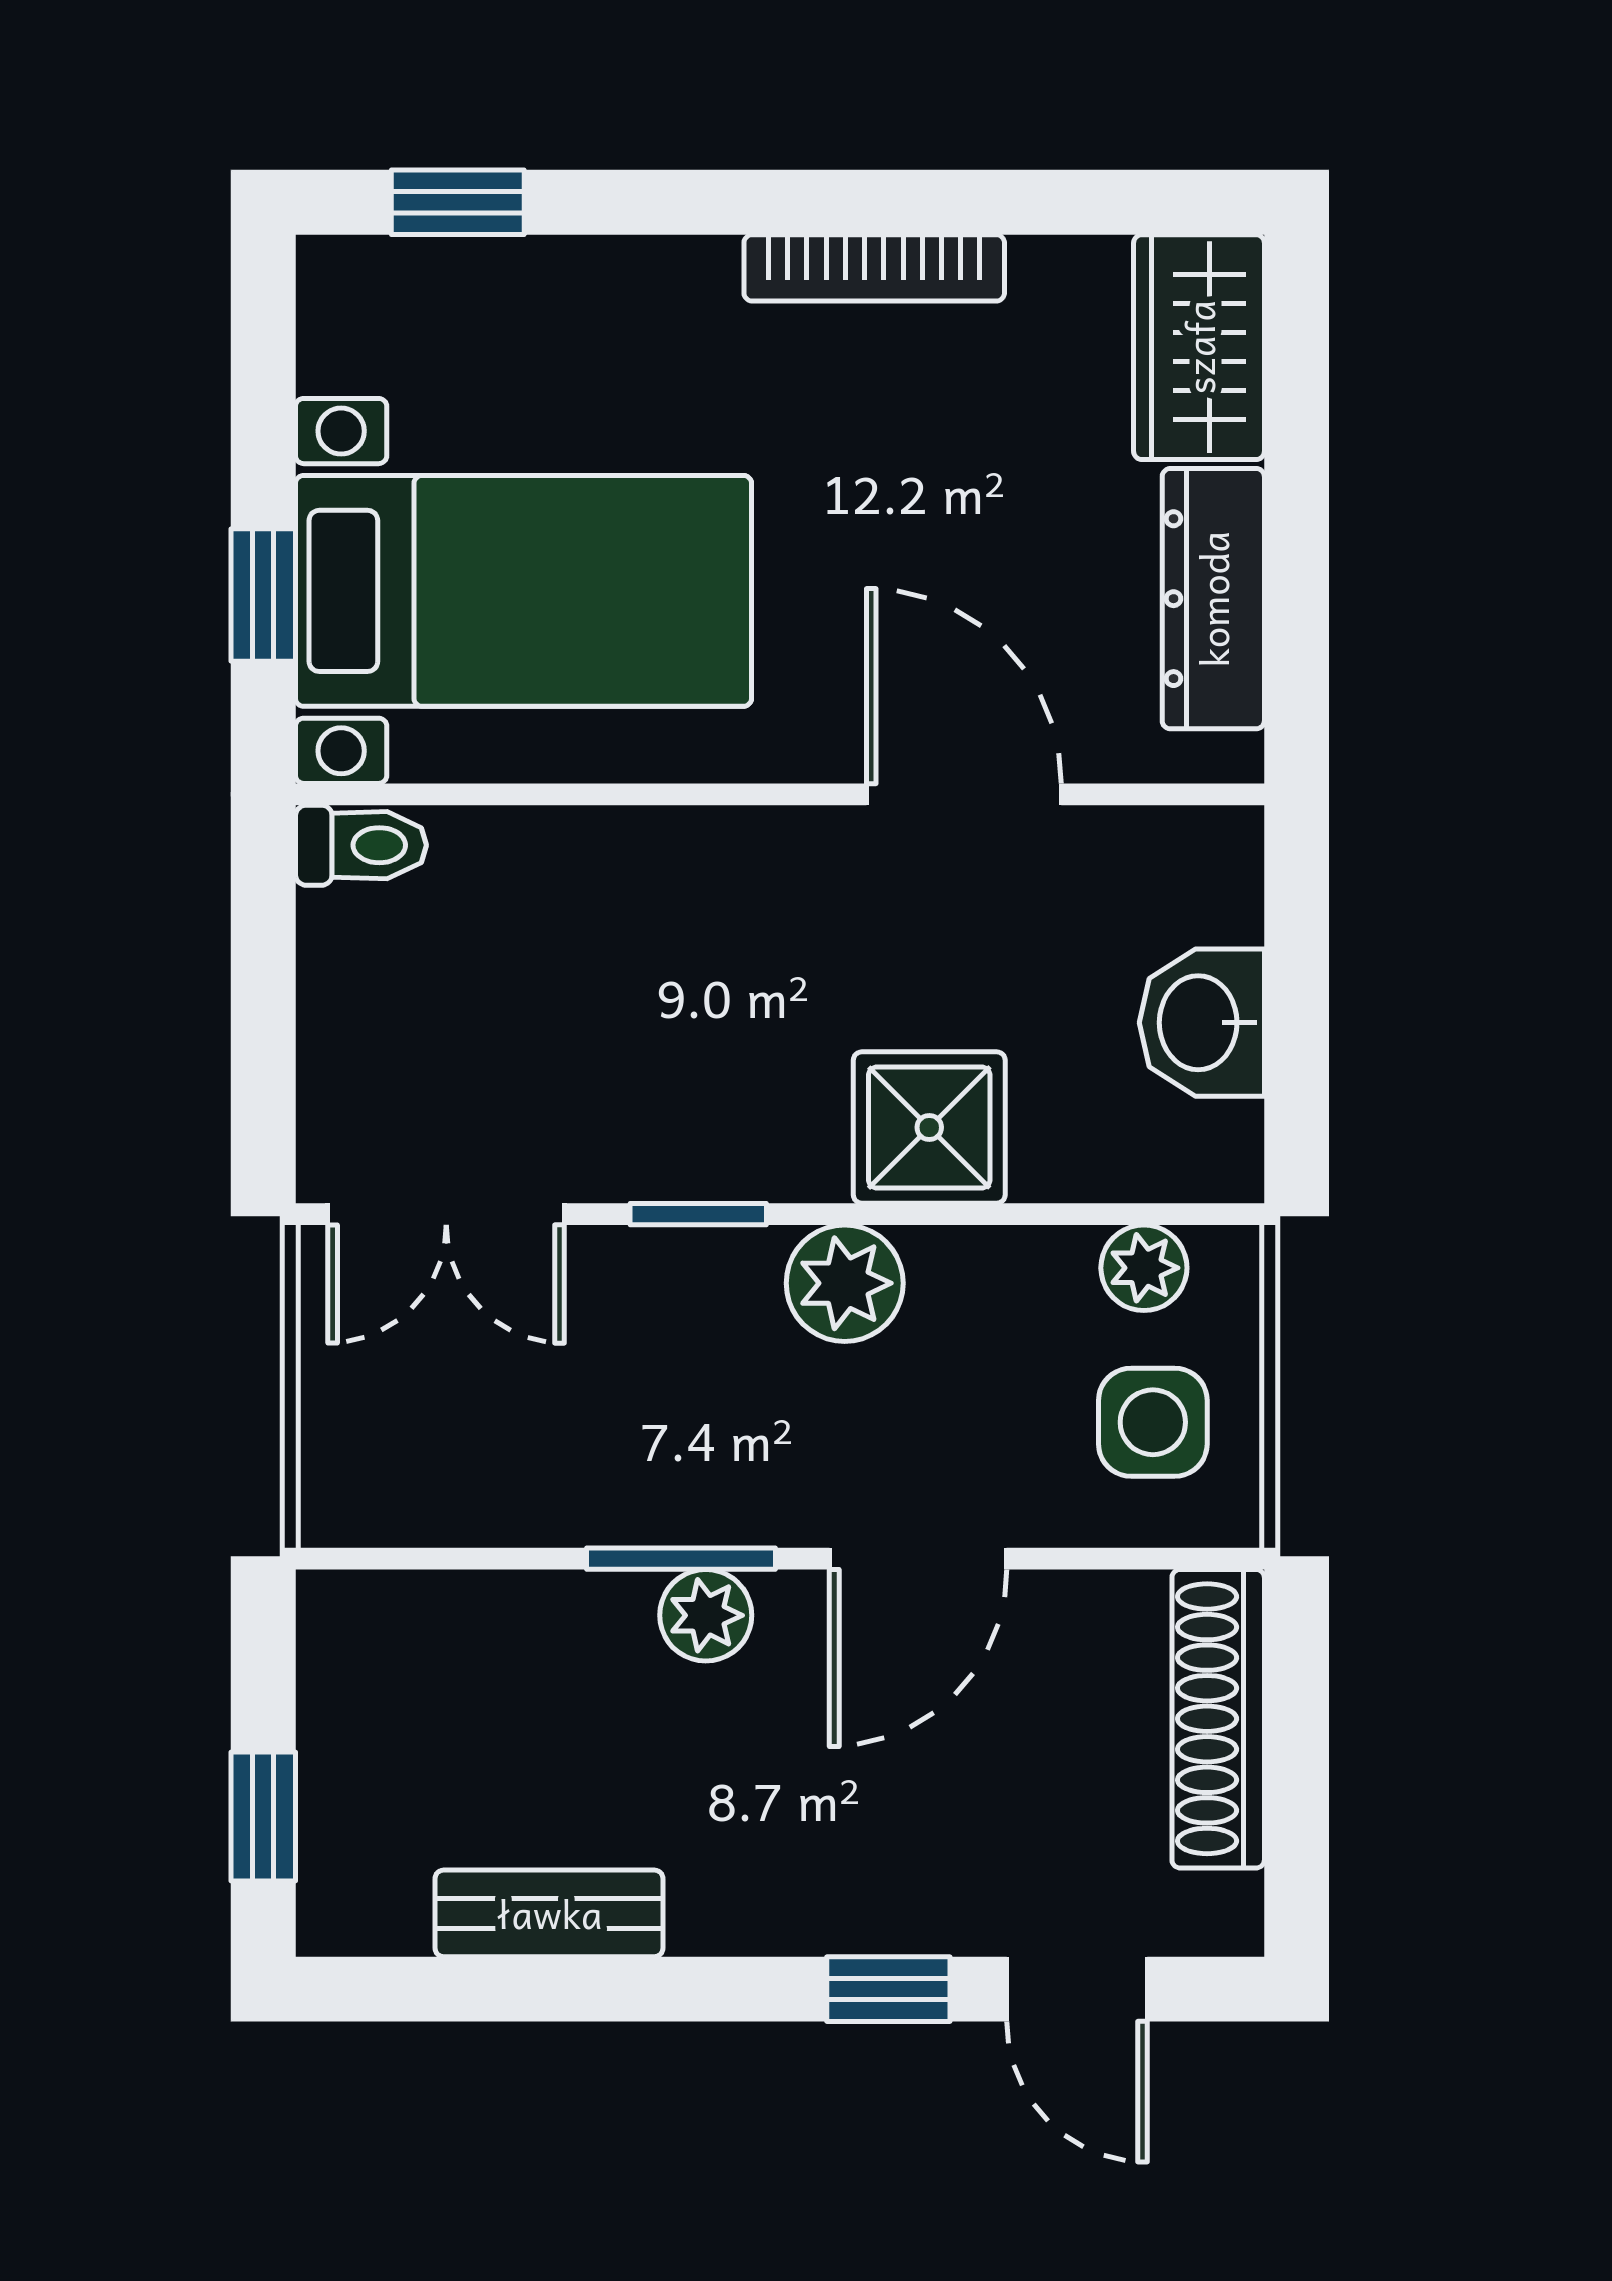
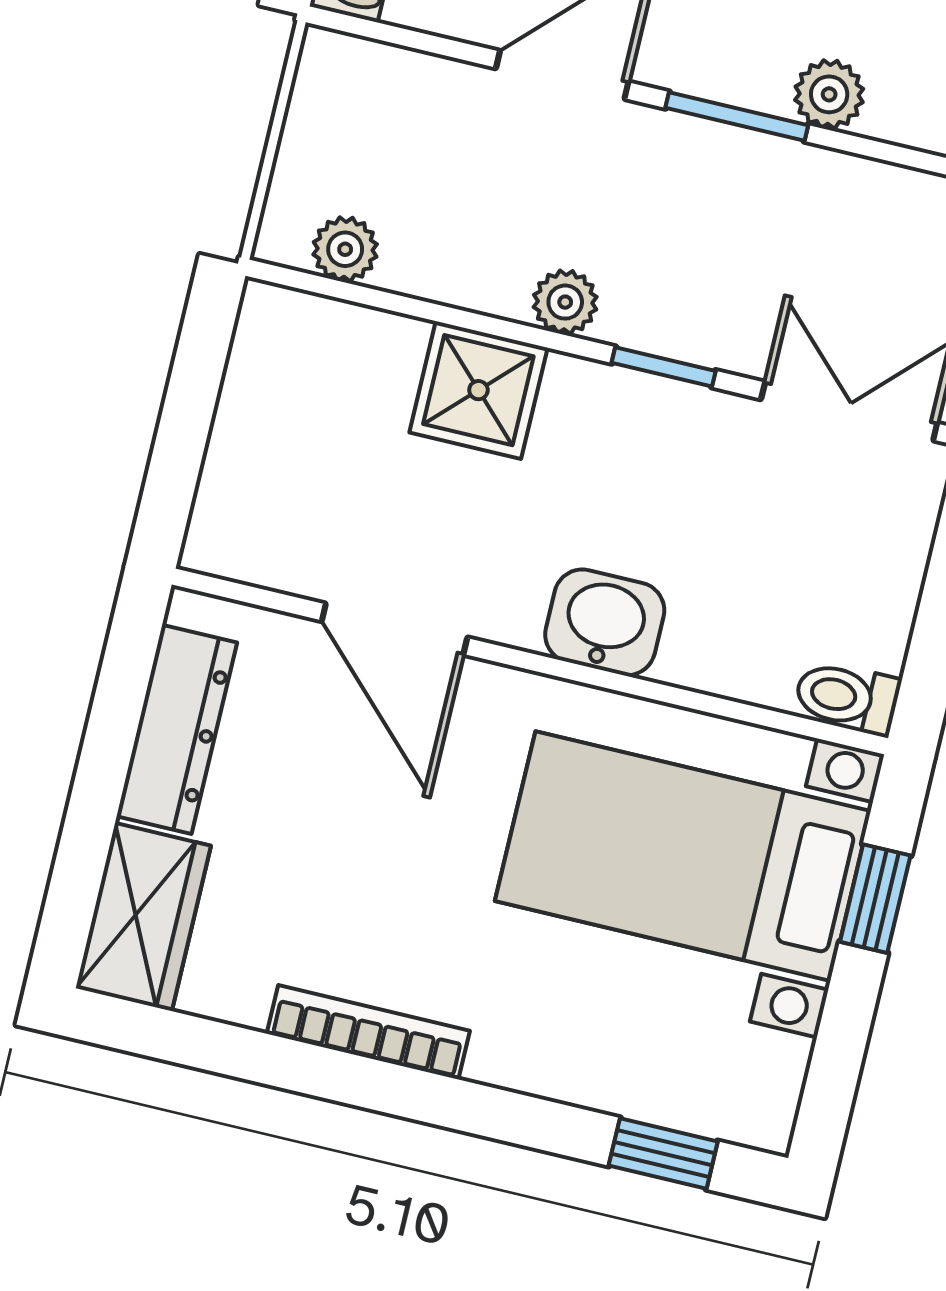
washbasin: (1202, 1023) -> (605, 622), moved, turned -90
plant: (845, 1283) -> (565, 302), width x0.73, depth x0.73
side table: (1153, 1422) -> (366, 134), removed
plant: (706, 1615) -> (829, 94), moved

